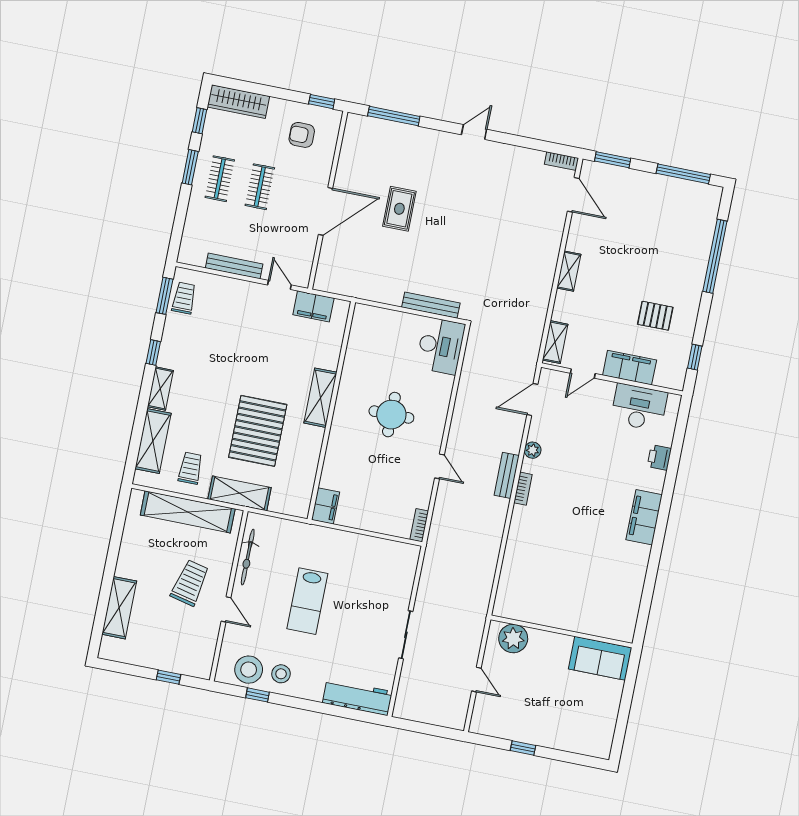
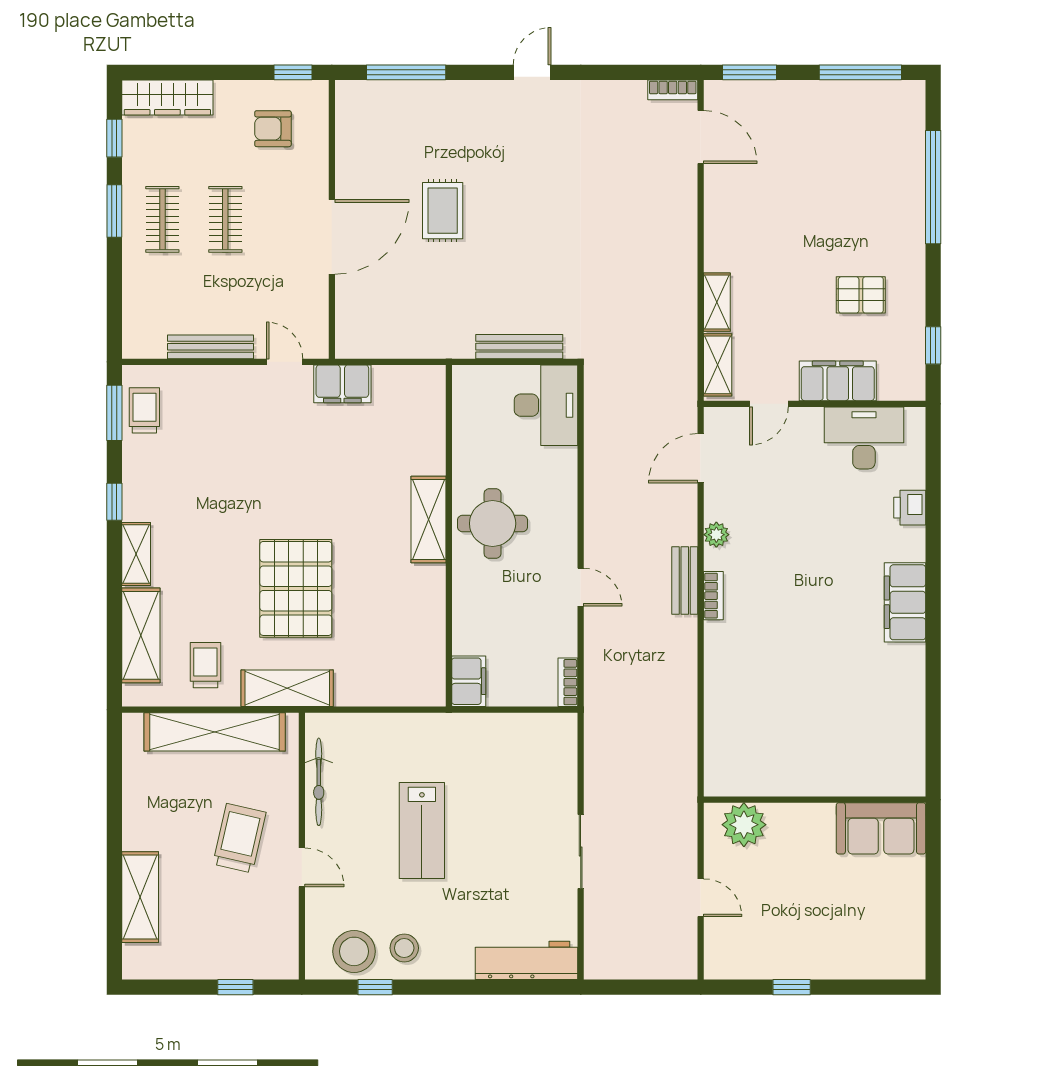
shelving: (569, 271) -> (717, 302), moved
shelving: (320, 398) -> (428, 519), moved
wall: (331, 411) -> (449, 536), moved
filing cabinet: (326, 506) -> (469, 681), moved

